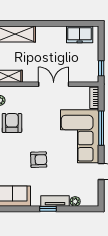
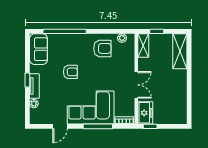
freezer: (80, 34) -> (145, 113), moved, turned 180
armchair: (39, 160) -> (70, 72), turned -88

